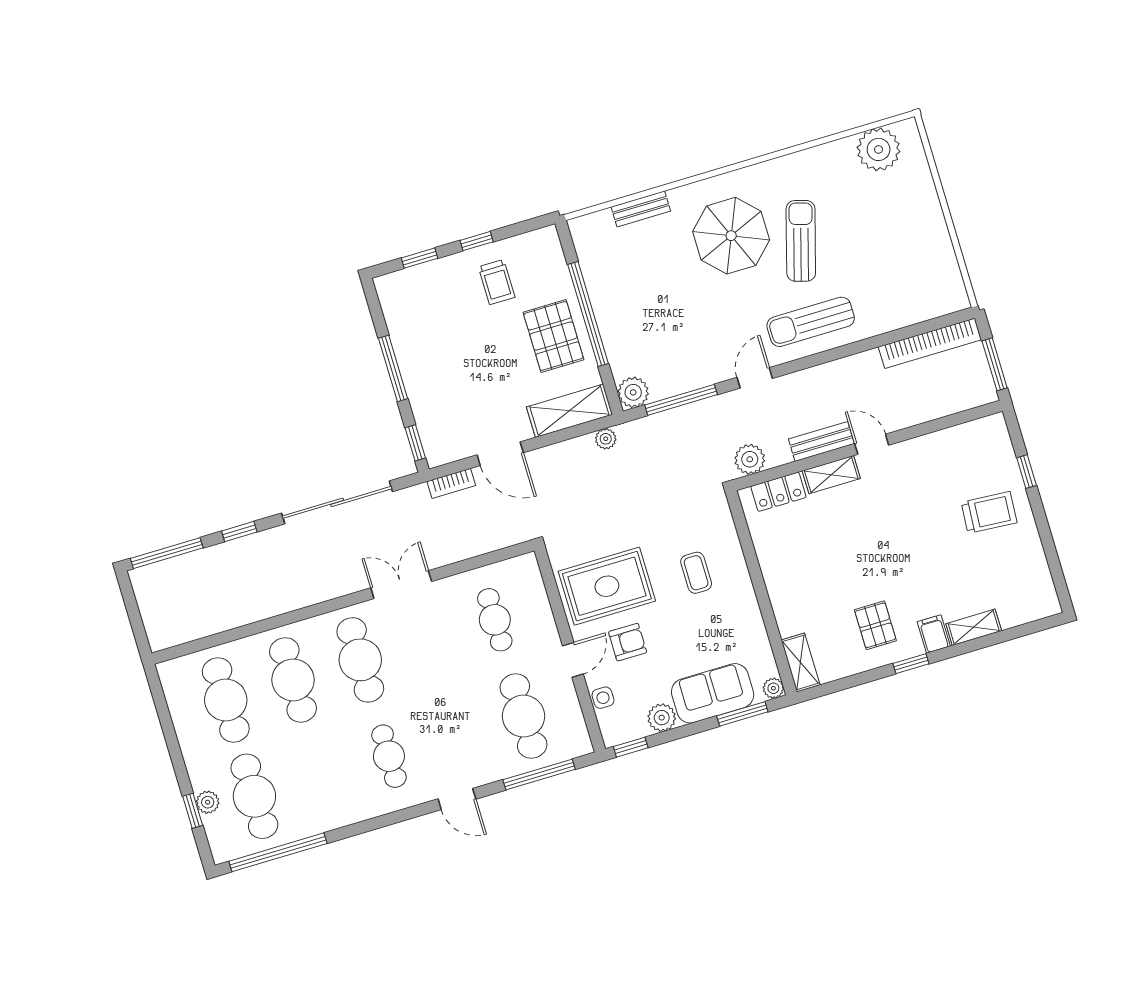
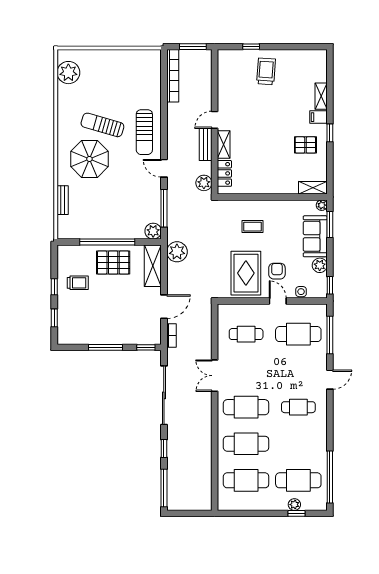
plant: (606, 439) -> (177, 252), width x1.88, depth x1.88

